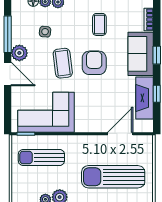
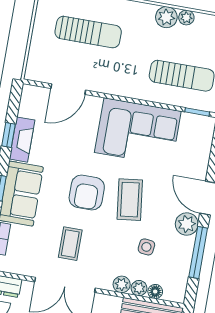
fireplace: (144, 98) -> (22, 140), width x0.73, depth x0.76
corner sofa: (46, 112) -> (138, 132), moved
sun lounger: (113, 177) -> (88, 32), width x0.73, depth x0.75

